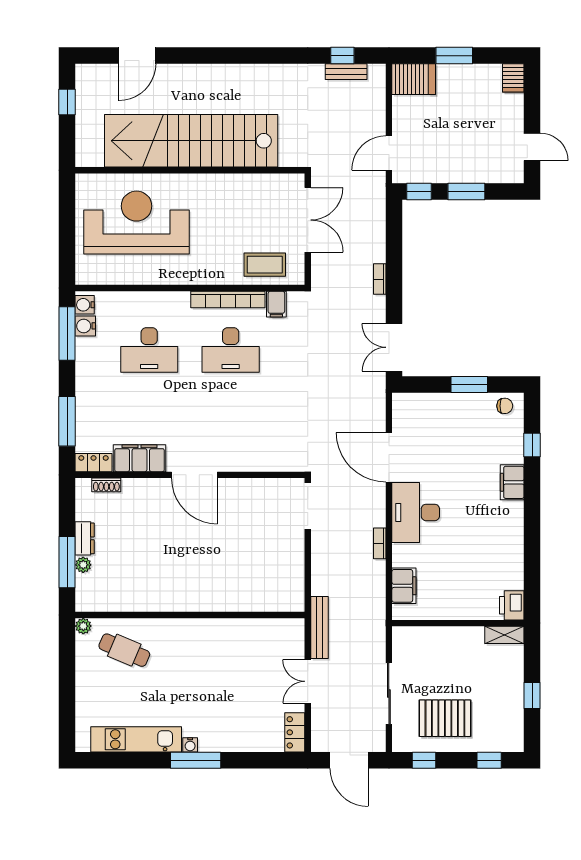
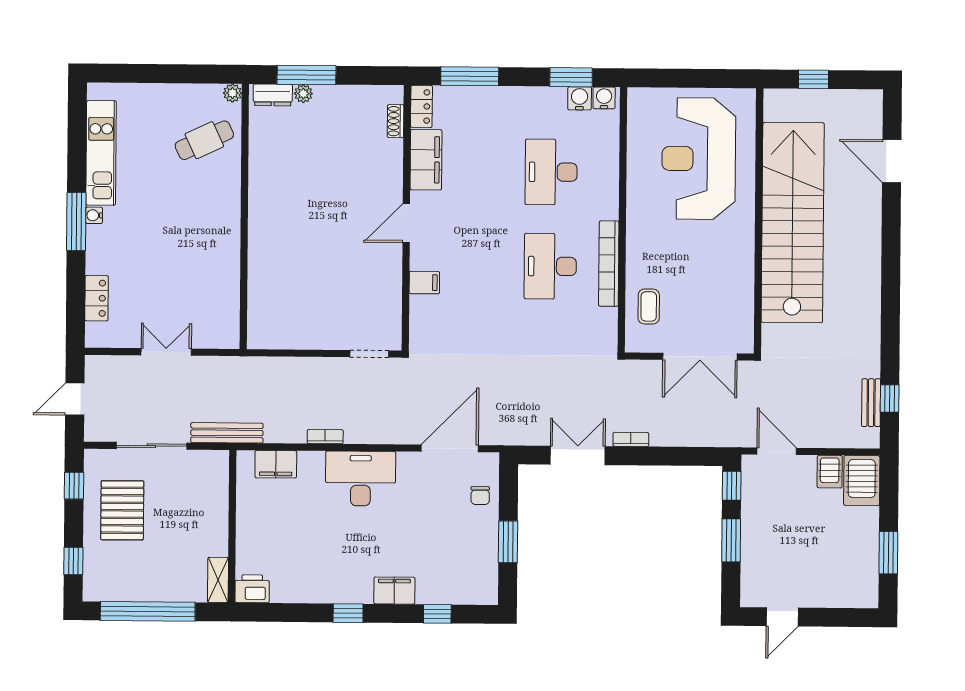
window: (454, 56) -> (888, 553), moved
server rack: (513, 78) -> (830, 472), moved, turned -90
window: (67, 102) -> (813, 79), moved
reception desk: (137, 222) -> (699, 159), turned 180
coffee table: (265, 265) -> (649, 306), width x0.73, depth x0.77
filing cabinet: (276, 304) -> (424, 283), moved, turned 180
window: (67, 333) -> (571, 77), width x0.69
double door: (394, 347) -> (578, 455), moved
chair: (505, 406) -> (480, 496), moved
door: (389, 457) -> (450, 448), moved
door: (194, 475) -> (406, 223), width x0.73
doorway: (308, 506) -> (369, 354), width x0.73
window: (532, 522) -> (348, 613), added
dresser: (85, 538) -> (273, 95), moved
bench: (319, 627) -> (227, 433), moved
cafe table: (124, 650) -> (204, 140), turned 42
window: (532, 696) -> (148, 611), width x3.17
locker: (295, 732) -> (97, 298), moved, turned 90
door: (349, 760) -> (75, 399), width x0.73

